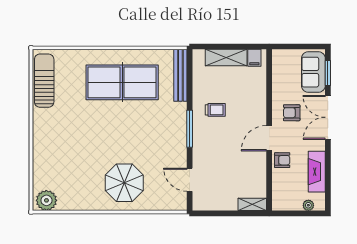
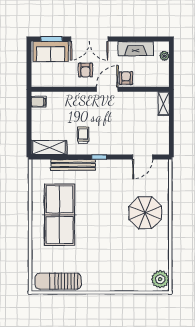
shelving: (226, 58) -> (49, 148), moved, turned 90
bench: (180, 75) -> (73, 165), moved
window: (190, 129) -> (99, 157), width x0.46
door: (269, 138) -> (107, 89), swing flipped

